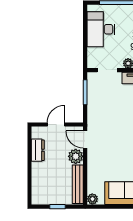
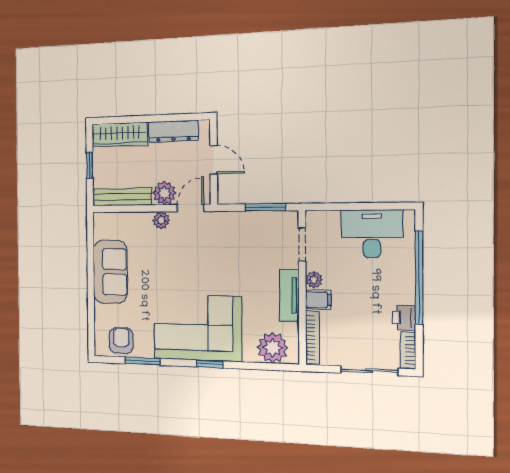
dresser: (38, 150) -> (173, 131), width x1.44
wardrobe: (39, 186) -> (119, 135), added
plant: (92, 199) -> (161, 220), moved

